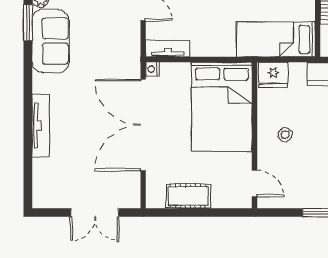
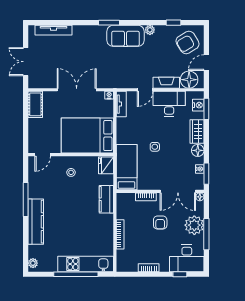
window: (28, 23) -> (109, 23), moved
double door: (143, 125) -> (77, 90), width x0.73
tv unit: (41, 126) -> (53, 30), moved
cot: (188, 196) -> (35, 104), moved

